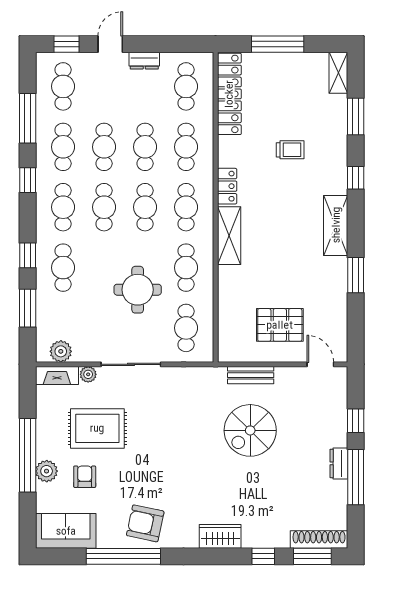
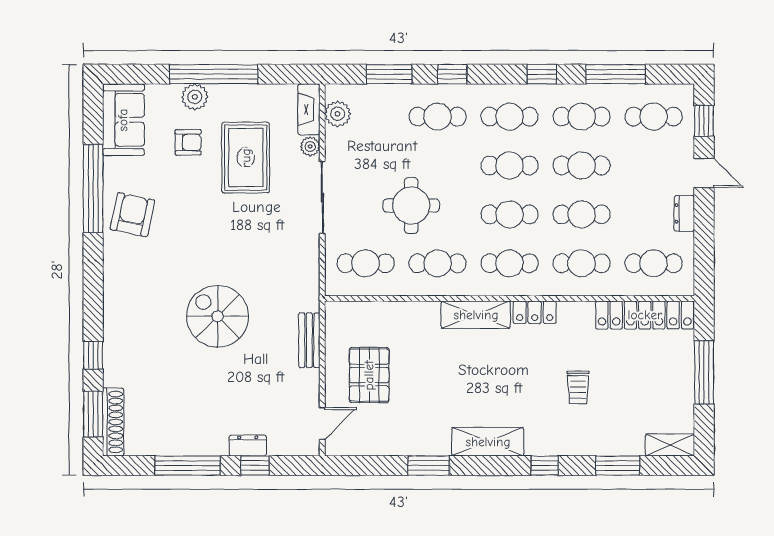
spiral stairs: (250, 430) -> (218, 316), moved
dresser: (339, 463) -> (248, 446), moved
wardrobe: (220, 536) -> (117, 304), removed

